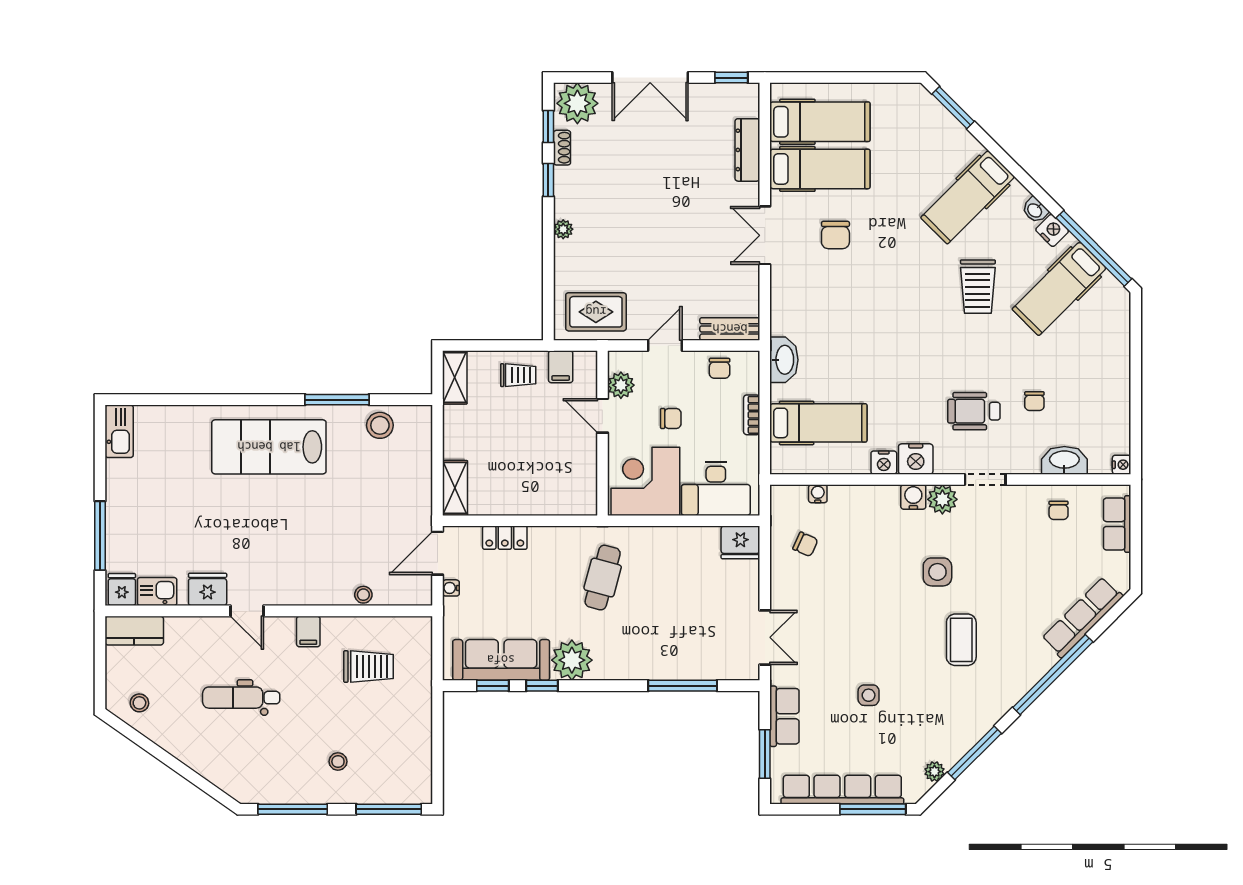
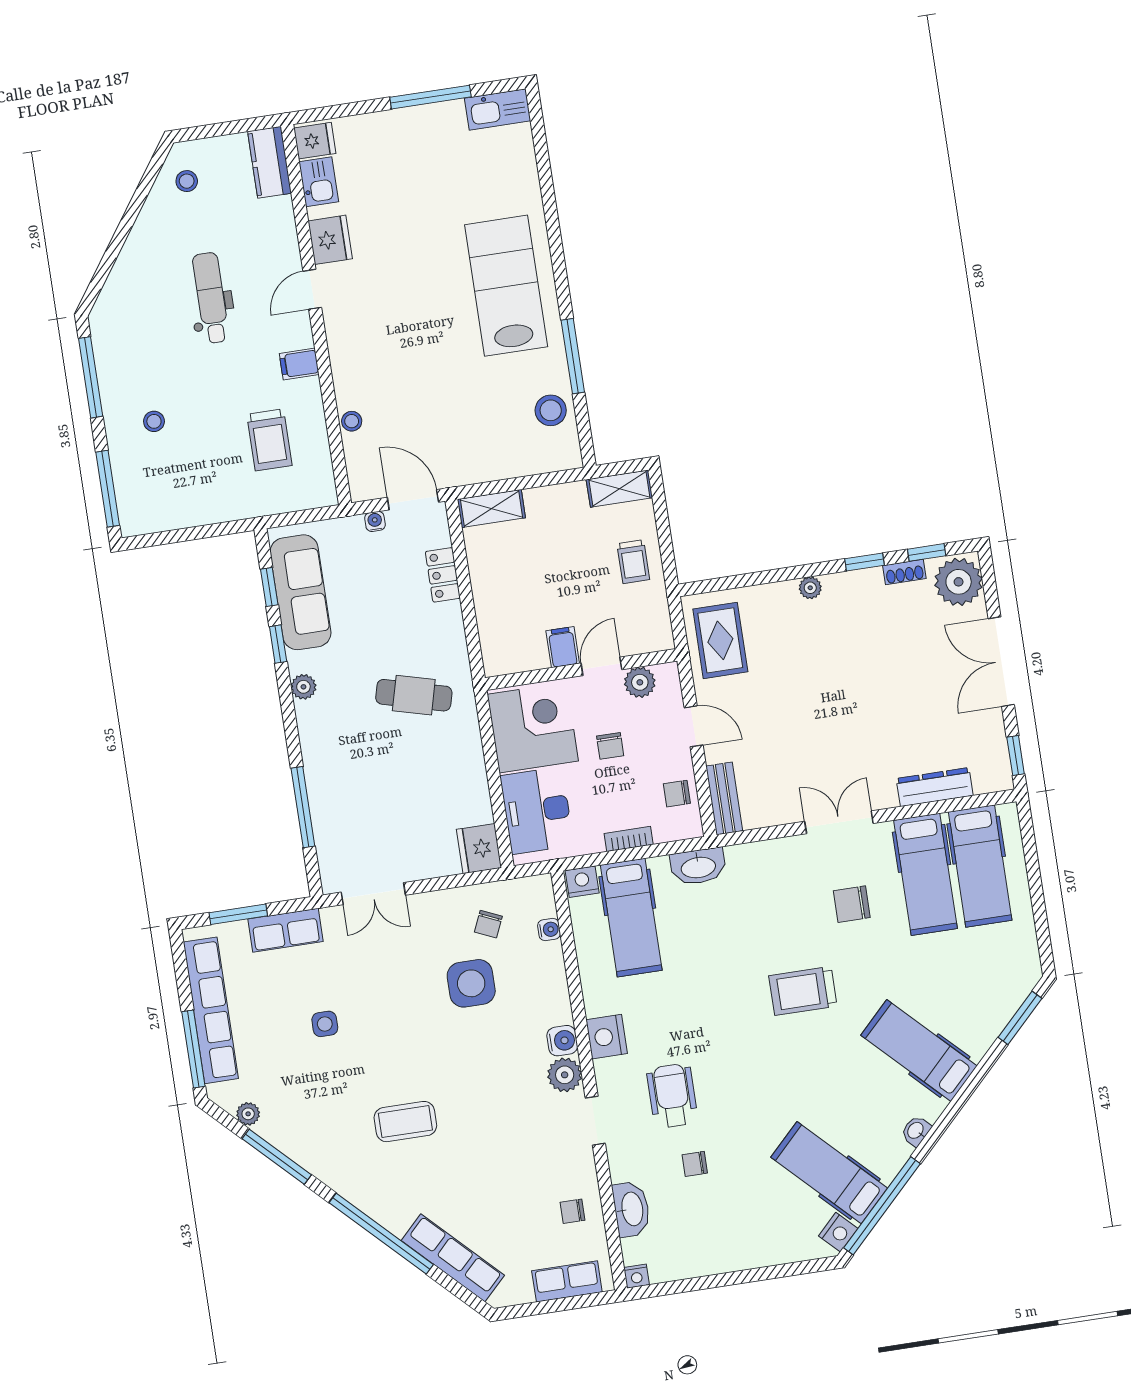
nightstand: (1052, 230) -> (838, 1232), moved
trolley: (978, 287) -> (803, 991), moved
filing cabinet: (561, 367) -> (563, 647), moved, turned 90
nightstand: (884, 463) -> (582, 882), moved, turned 90
window: (100, 536) -> (430, 97), moved
side table: (937, 572) -> (471, 983), moved, width x1.37, depth x1.37
plant: (572, 660) -> (303, 687), width x0.53, depth x0.53

